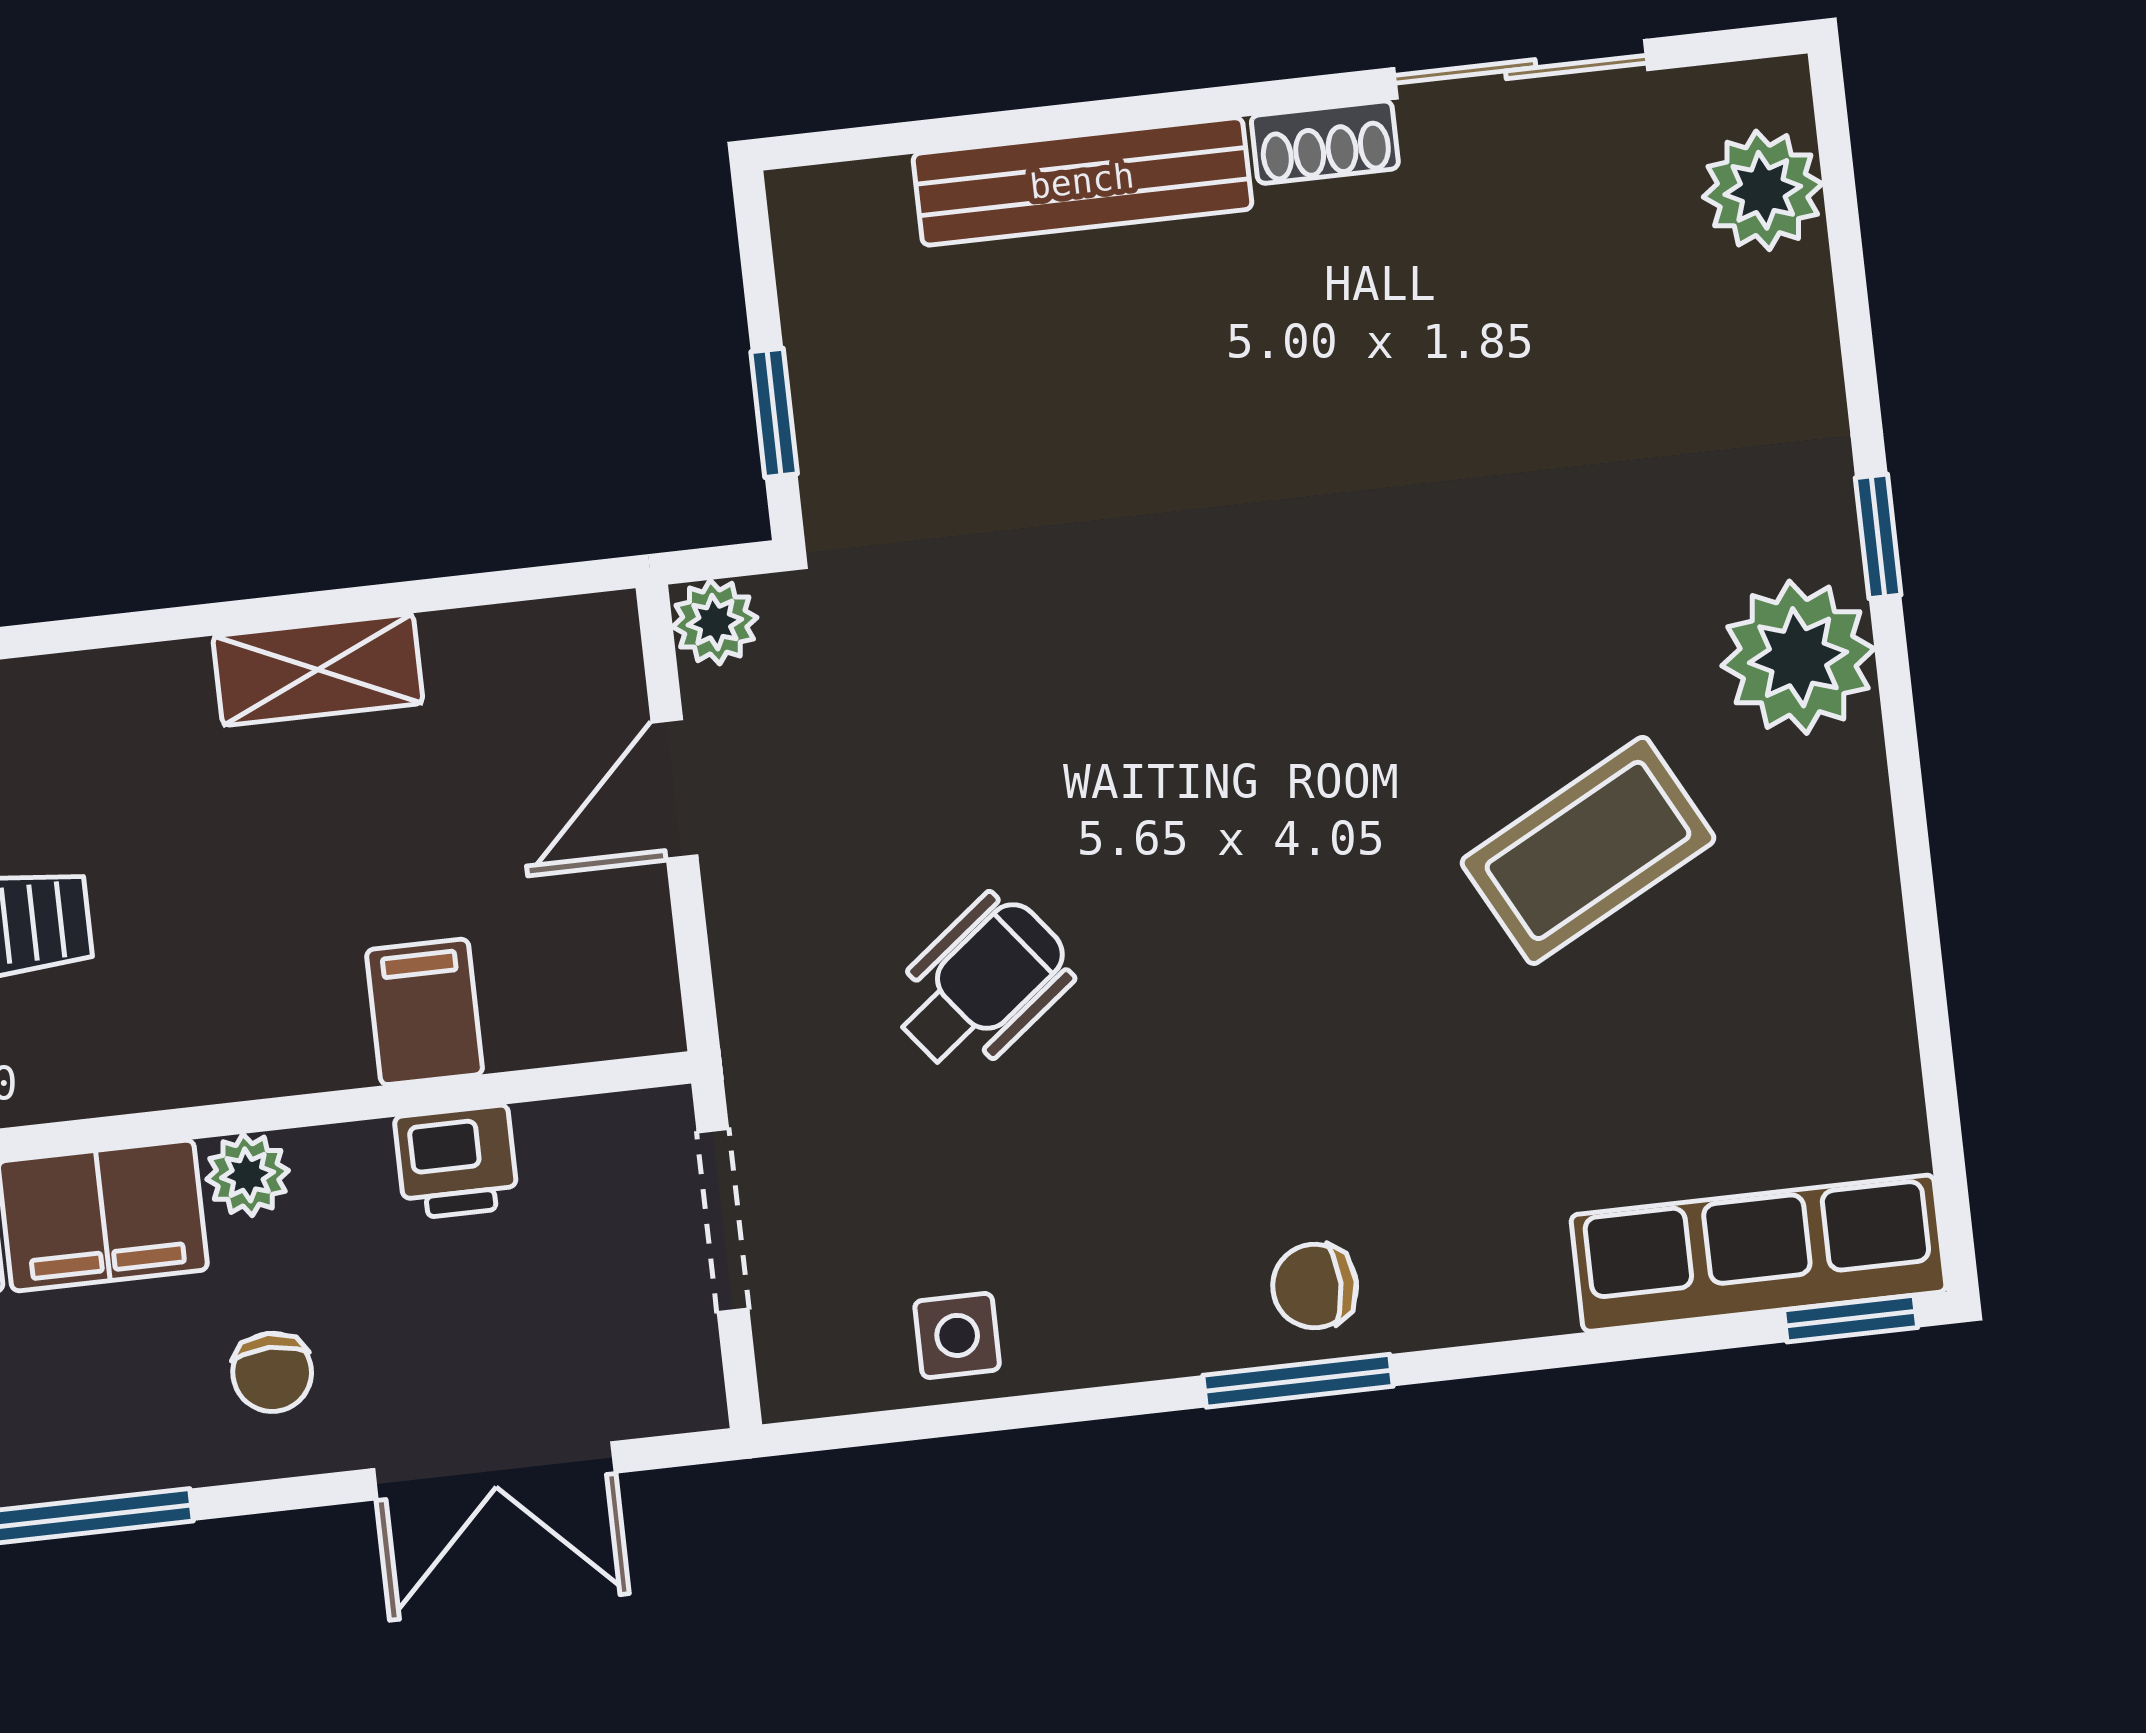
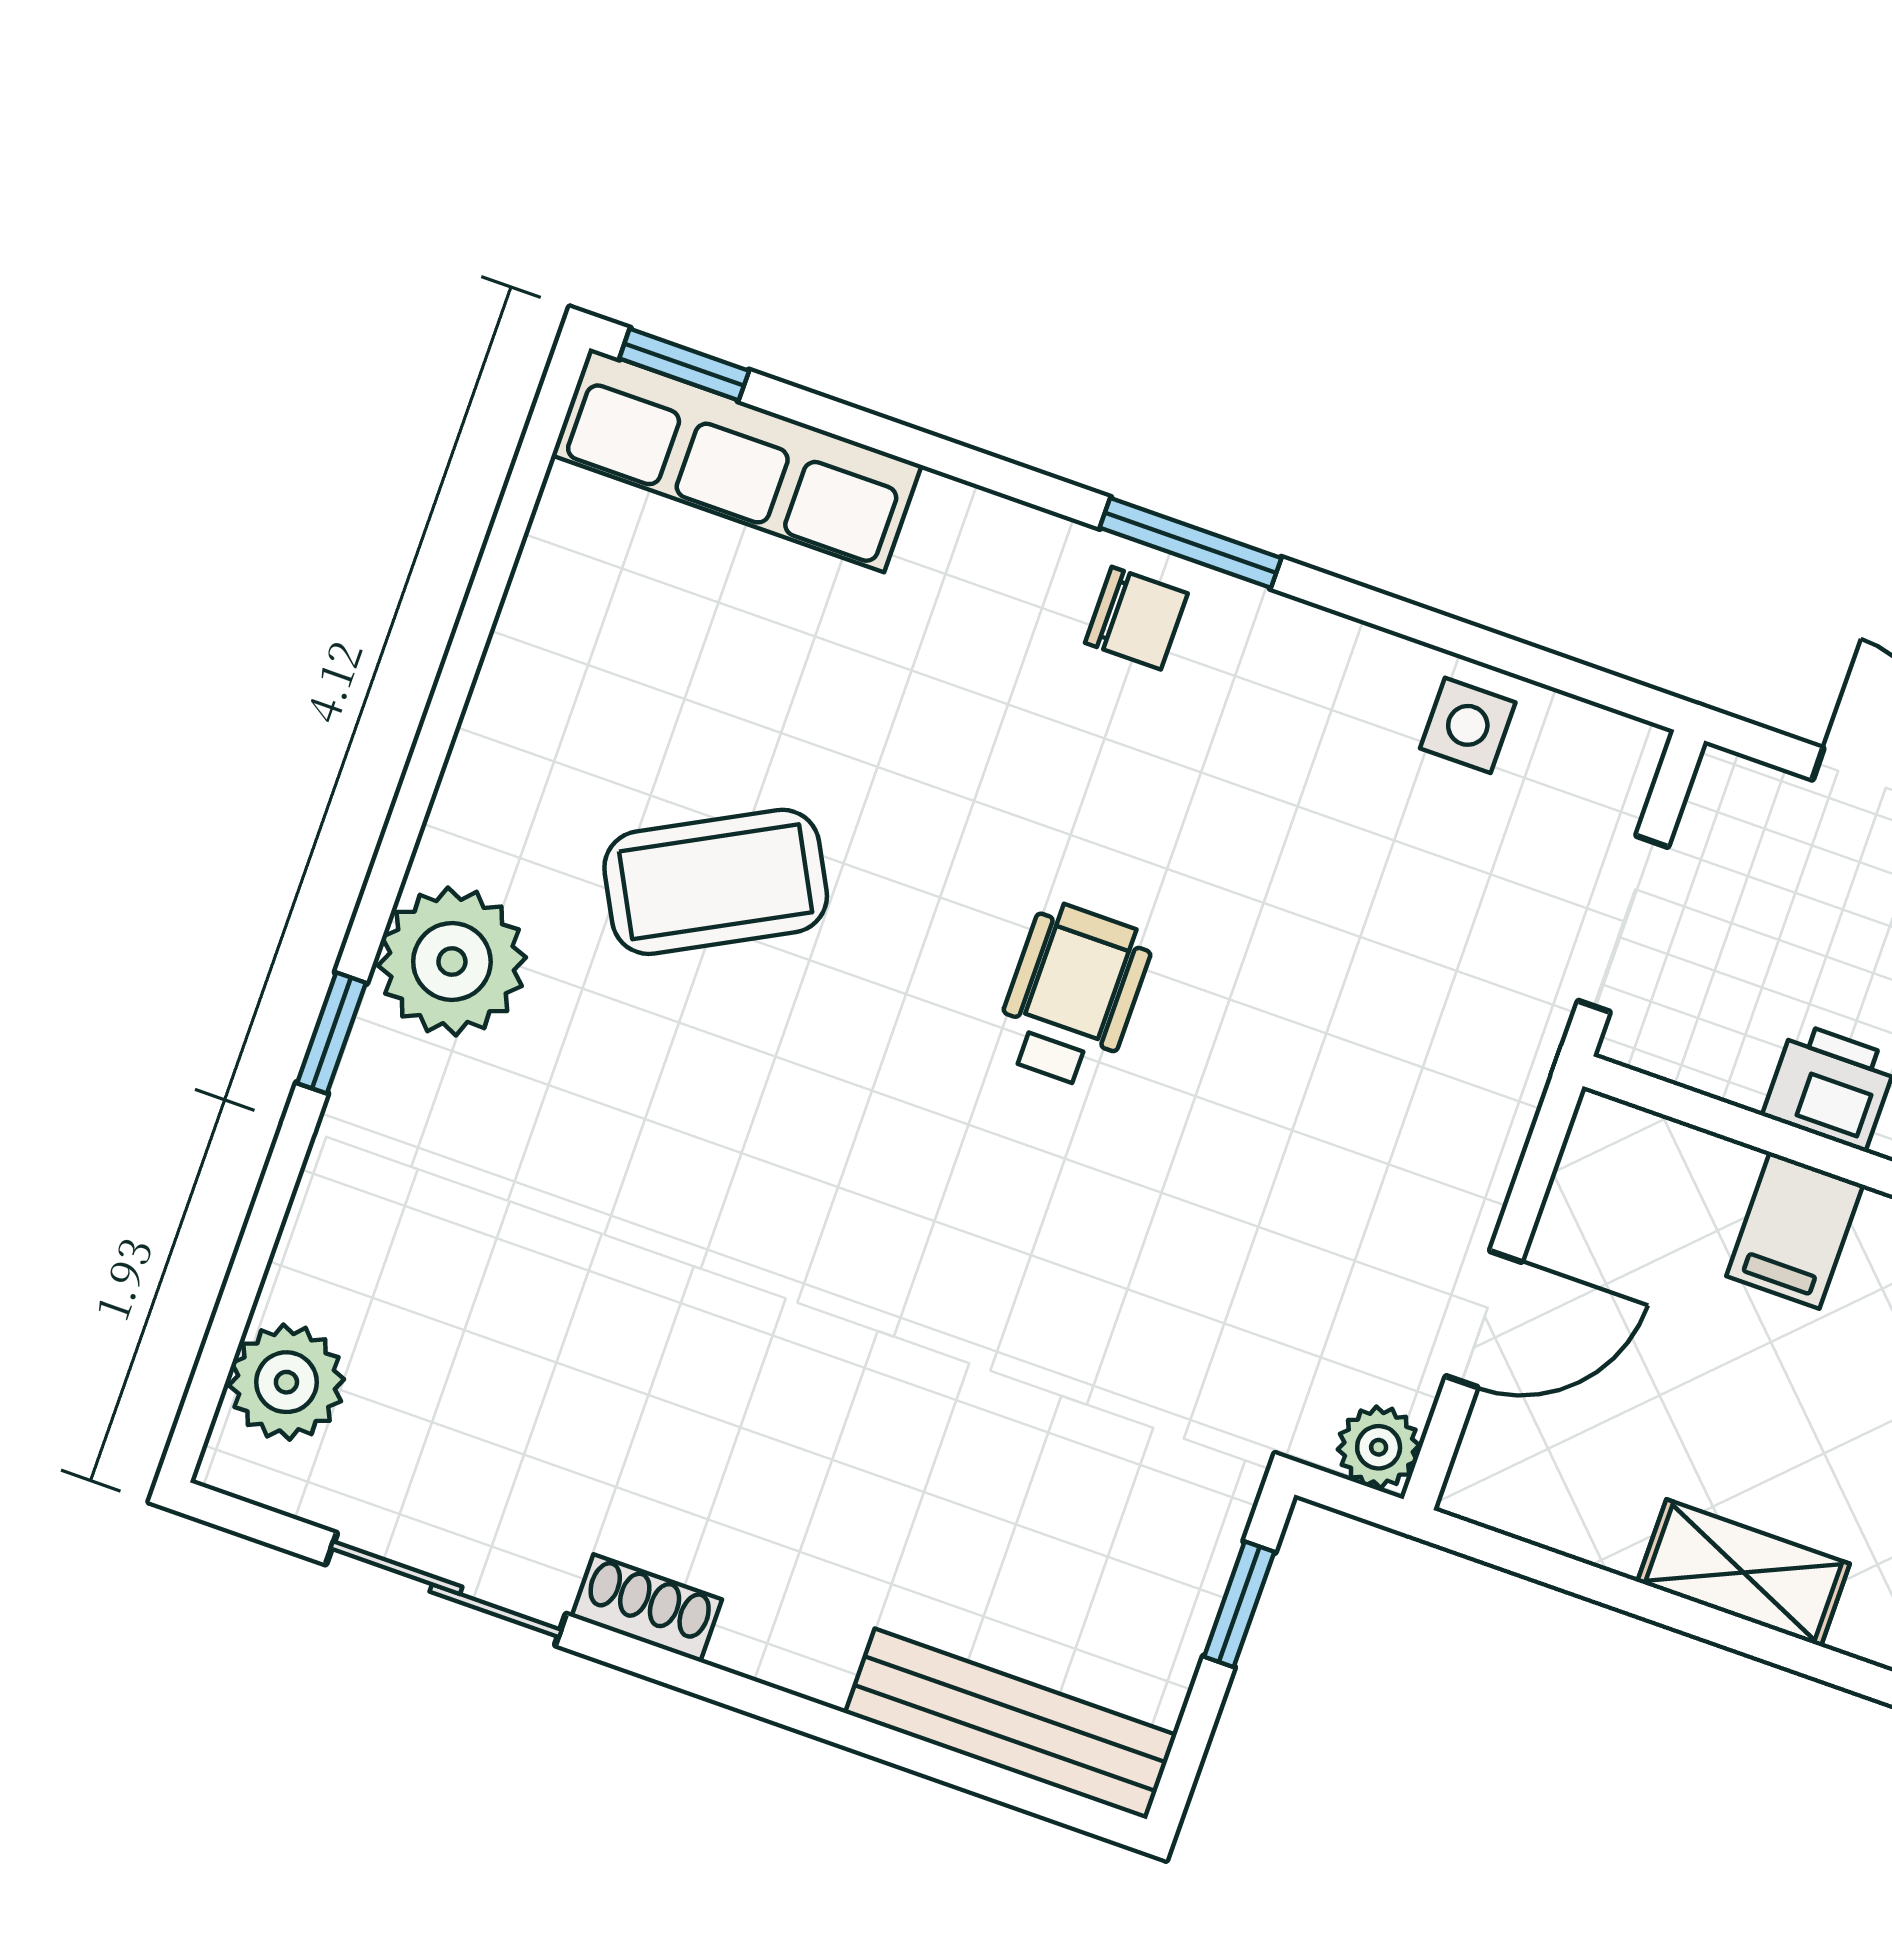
bench: (1082, 181) -> (1011, 1724), moved
wheelchair: (981, 985) -> (1073, 995), moved, turned 128

